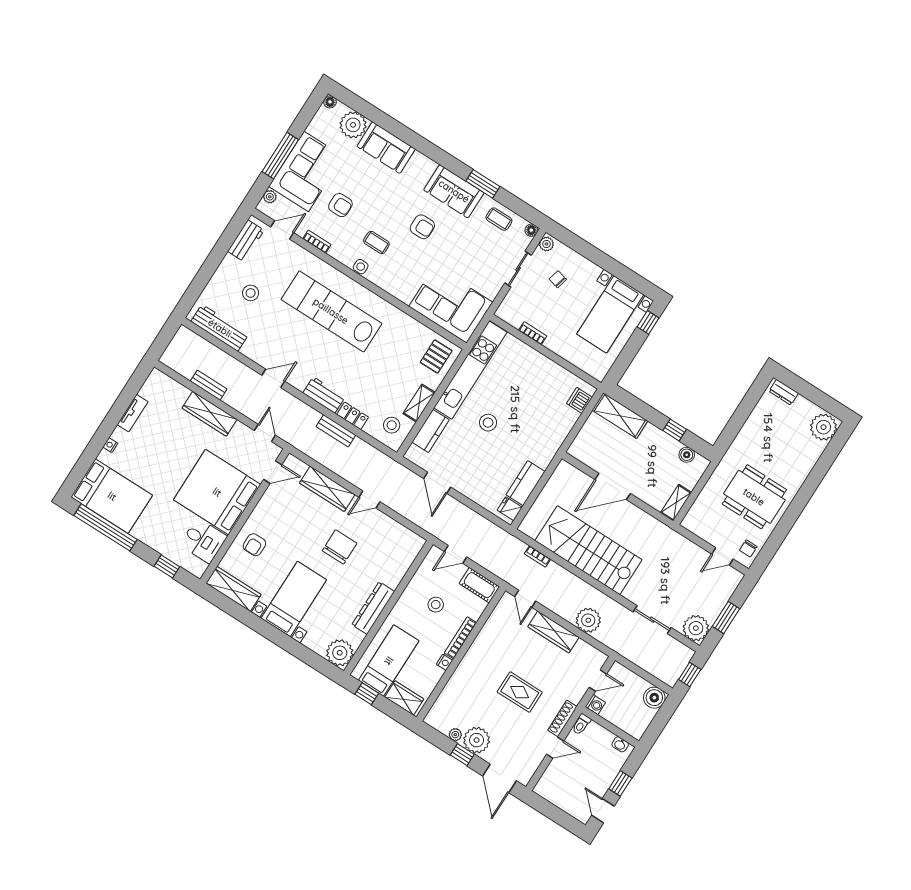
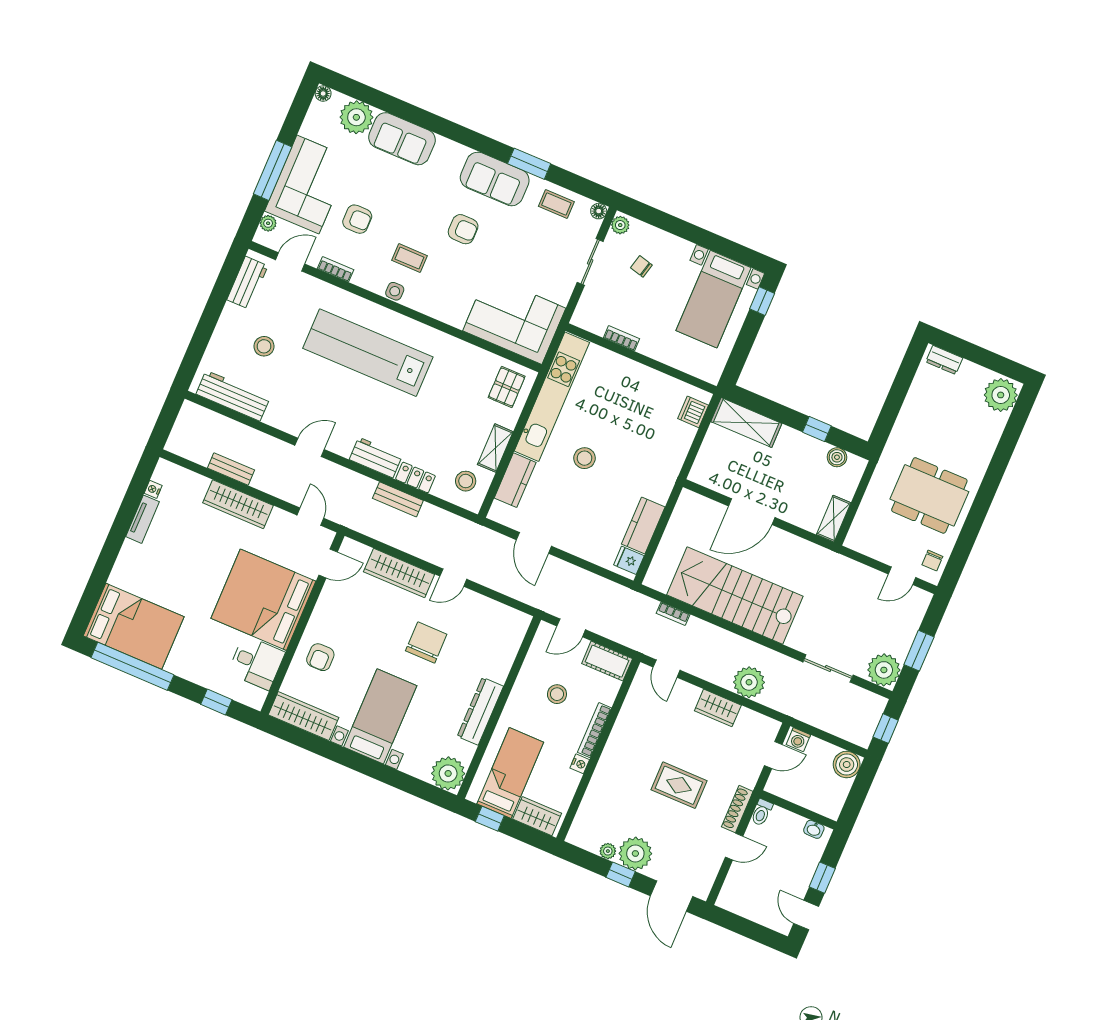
nightstand: (110, 445) -> (153, 489), moved
wardrobe: (553, 632) -> (718, 708), width x0.67
washing machine: (595, 705) -> (798, 740), moved, turned 90

